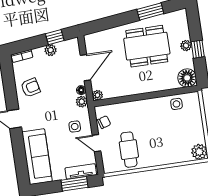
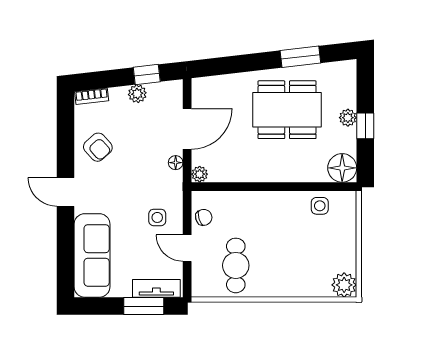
armchair: (31, 88) -> (98, 147), turned 62
plant: (82, 102) -> (174, 181), removed

